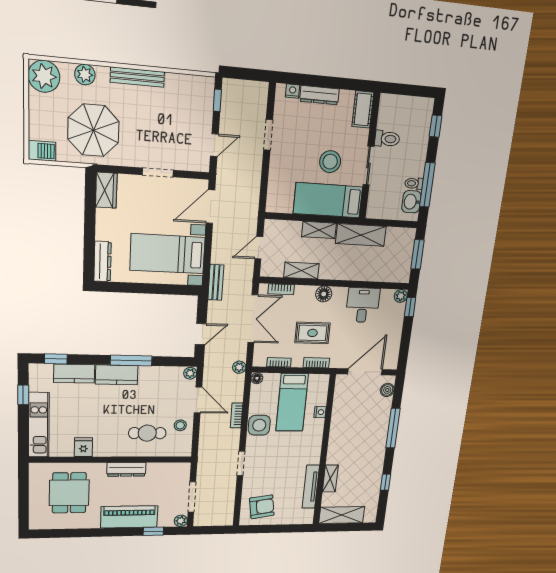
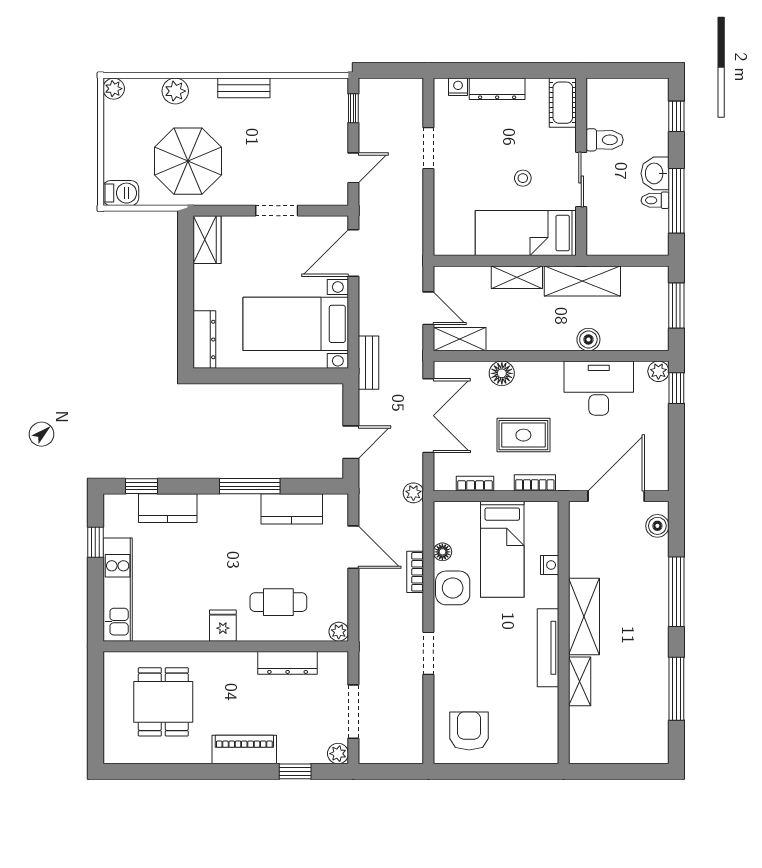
plant: (44, 76) -> (114, 89), width x0.53, depth x0.53
bench: (137, 77) -> (244, 88), width x0.73
stool: (330, 162) -> (523, 178), width x0.53, depth x0.53
washbasin: (411, 202) -> (655, 173), moved
door: (259, 248) -> (428, 308), swing flipped
shelving: (301, 271) -> (460, 339), moved
boiler: (360, 274) -> (588, 339), added
bookcase: (281, 289) -> (468, 369), removed
floor lamp: (324, 294) -> (502, 373), moved
desk: (363, 305) -> (599, 388), width x1.37
plant: (190, 373) -> (339, 632), moved
kitchen counter: (117, 375) -> (292, 509), moved
floor lamp: (257, 378) -> (442, 552), moved
stool: (180, 425) -> (328, 589), removed
fridge: (83, 447) -> (223, 626), moved
dresser: (126, 469) -> (288, 663), moved
window: (385, 482) -> (676, 689), width x2.17
tv unit: (311, 487) -> (548, 648), moved
armchair: (262, 507) -> (469, 731), turned -81
shelving: (342, 515) -> (584, 617), moved, turned 90
piano: (129, 517) -> (244, 750), width x0.73, depth x0.75

